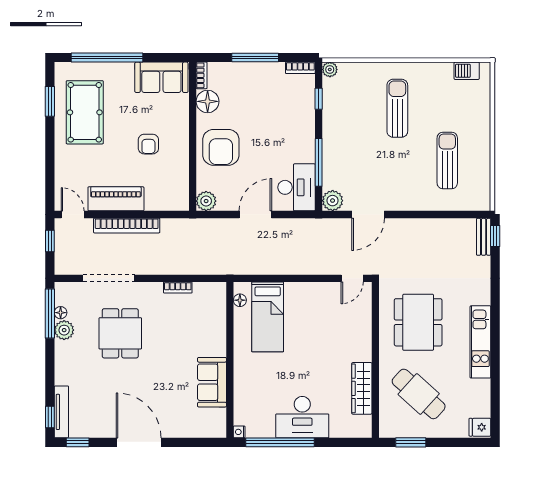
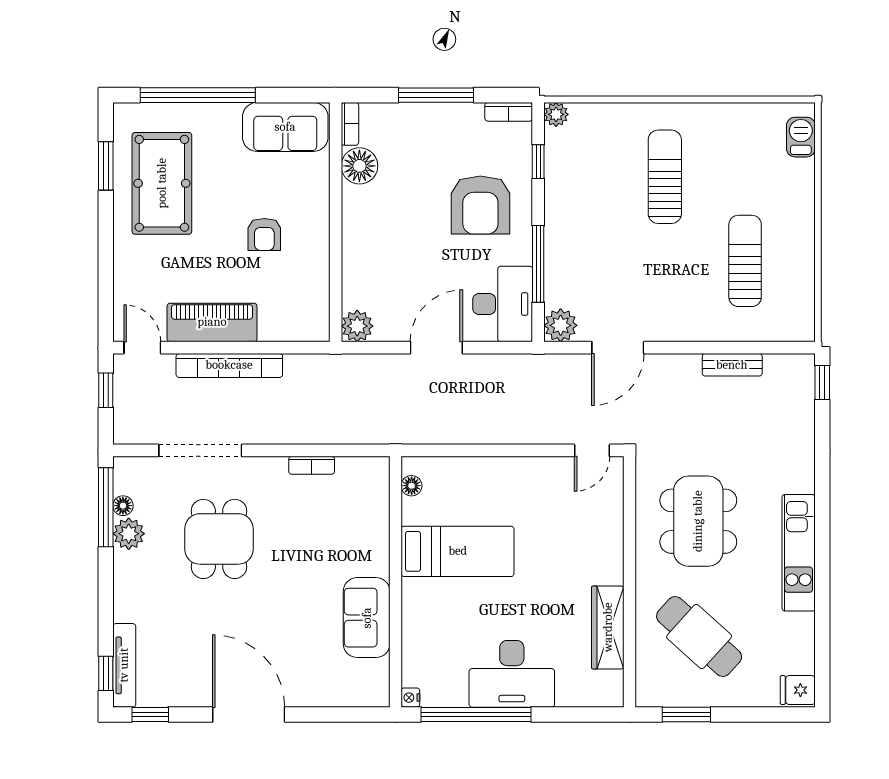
barbecue: (467, 71) -> (801, 137), moved, turned 90
armchair: (221, 147) -> (480, 205), moved
bench: (484, 237) -> (732, 365), moved, turned 90
bed: (268, 317) -> (458, 551), moved, turned -90

